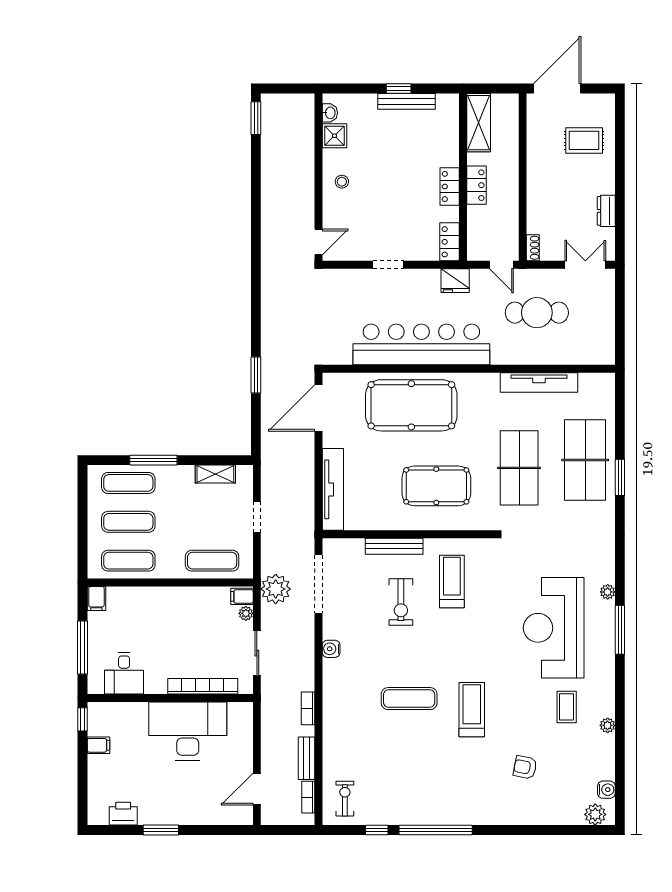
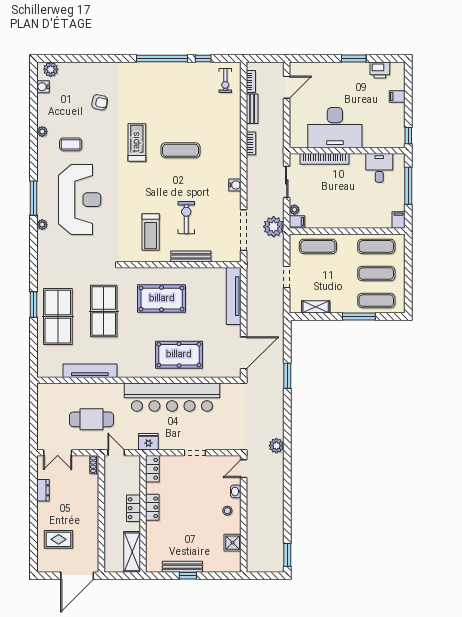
washbasin: (330, 113) -> (236, 491), moved
plant: (271, 275) -> (276, 446), added
pool table: (411, 405) -> (179, 355), width x0.73, depth x0.76
coffee table: (567, 707) -> (71, 144), turned 90
treadmill: (472, 710) -> (137, 142), turned 180
filing cabinet: (98, 745) -> (397, 96), moved

